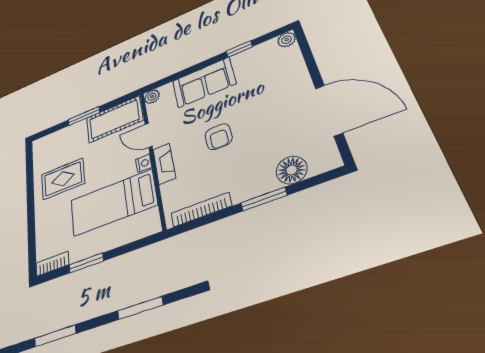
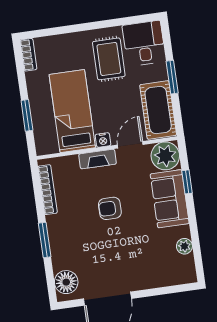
plant: (286, 40) -> (184, 246), moved
window: (239, 49) -> (187, 182), moved
plant: (152, 97) -> (165, 156), width x1.87, depth x1.87
desk: (51, 150) -> (144, 43), added
floor lamp: (292, 170) -> (66, 282), moved
window: (86, 263) -> (27, 115), moved

